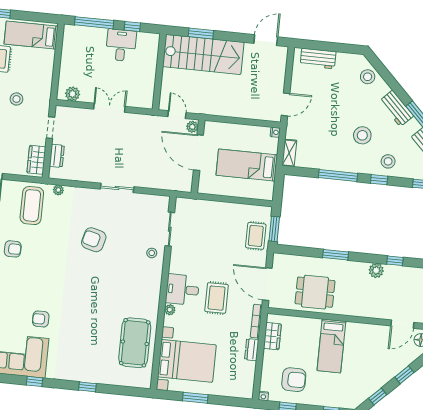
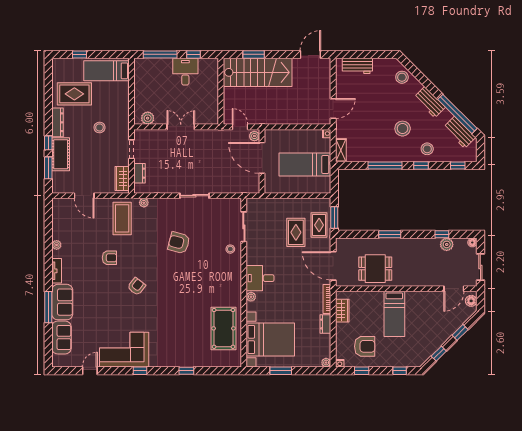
plant: (376, 270) -> (447, 244), moved
rug: (217, 298) -> (296, 232), moved
armchair: (41, 319) -> (137, 286), moved, turned 128
plant: (248, 394) -> (326, 363), added

